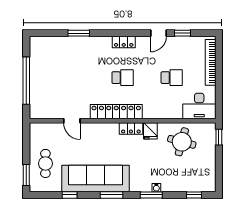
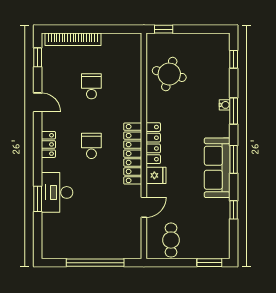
window: (183, 33) -> (38, 57), moved
desk: (199, 106) -> (57, 192), moved, turned 180
locker: (131, 129) -> (153, 143), width x1.53
fridge: (150, 131) -> (156, 175), moved
cafe table: (45, 163) -> (171, 240), moved, turned 90
sofa: (96, 178) -> (217, 168), width x0.74, depth x0.79

